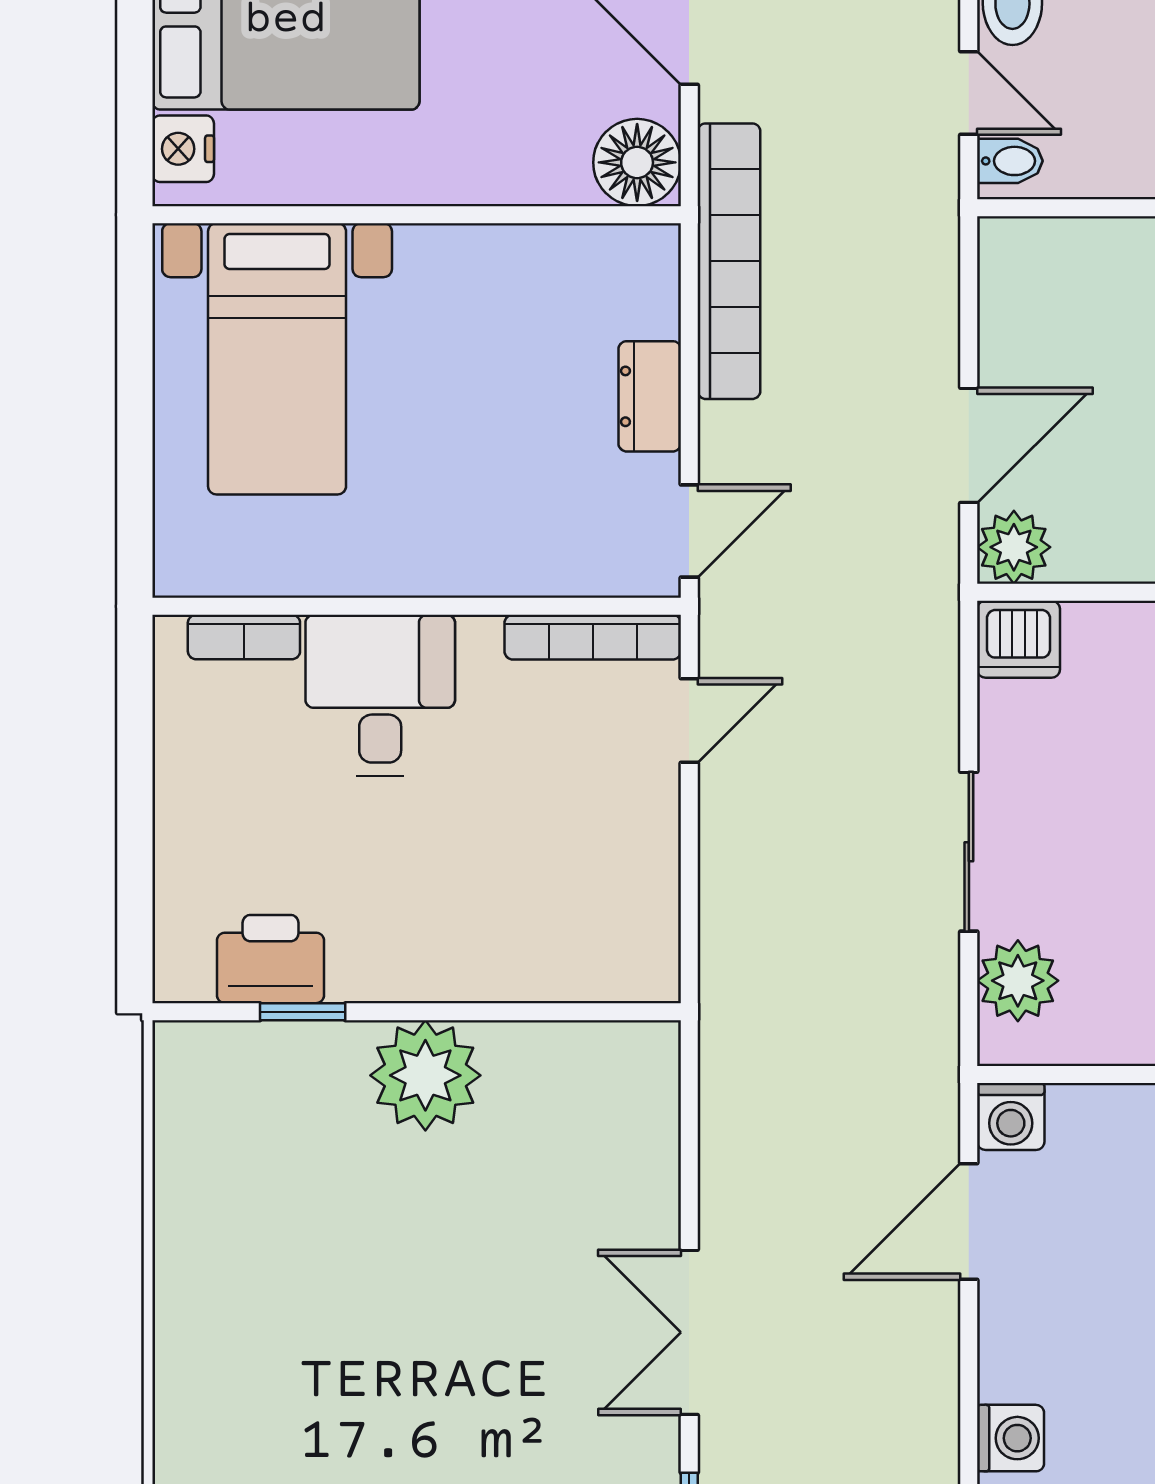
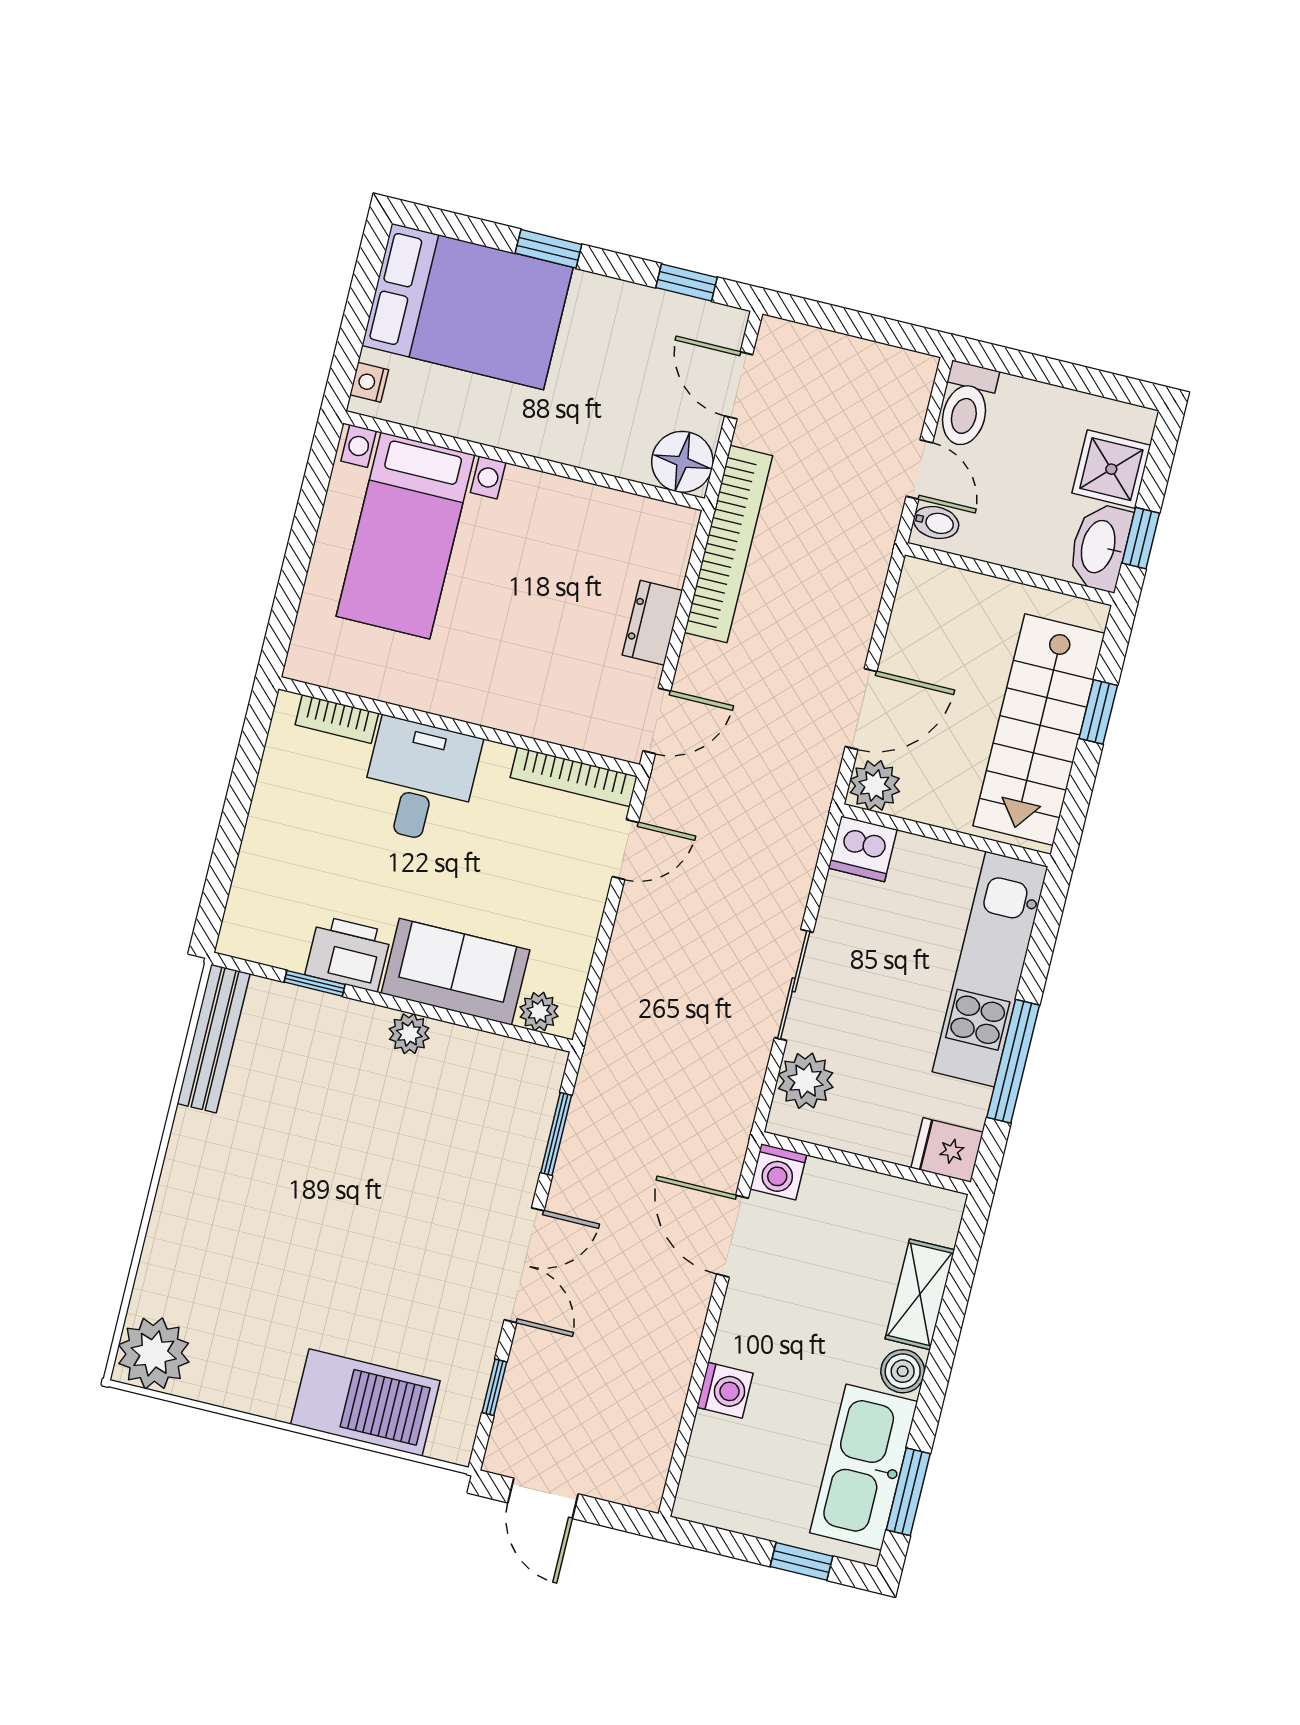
nightstand: (183, 149) -> (369, 382), width x0.72, depth x0.74
sofa: (494, 948) -> (455, 972), added
printer: (270, 959) -> (348, 954), moved
plant: (624, 975) -> (539, 1012), added
plant: (425, 1075) -> (409, 1034), width x0.53, depth x0.53
bench: (181, 1123) -> (214, 1039), added
window: (689, 1139) -> (556, 1134), added
door: (969, 1222) -> (732, 1236), hinge flipped
double door: (689, 1332) -> (524, 1265), swing flipped

